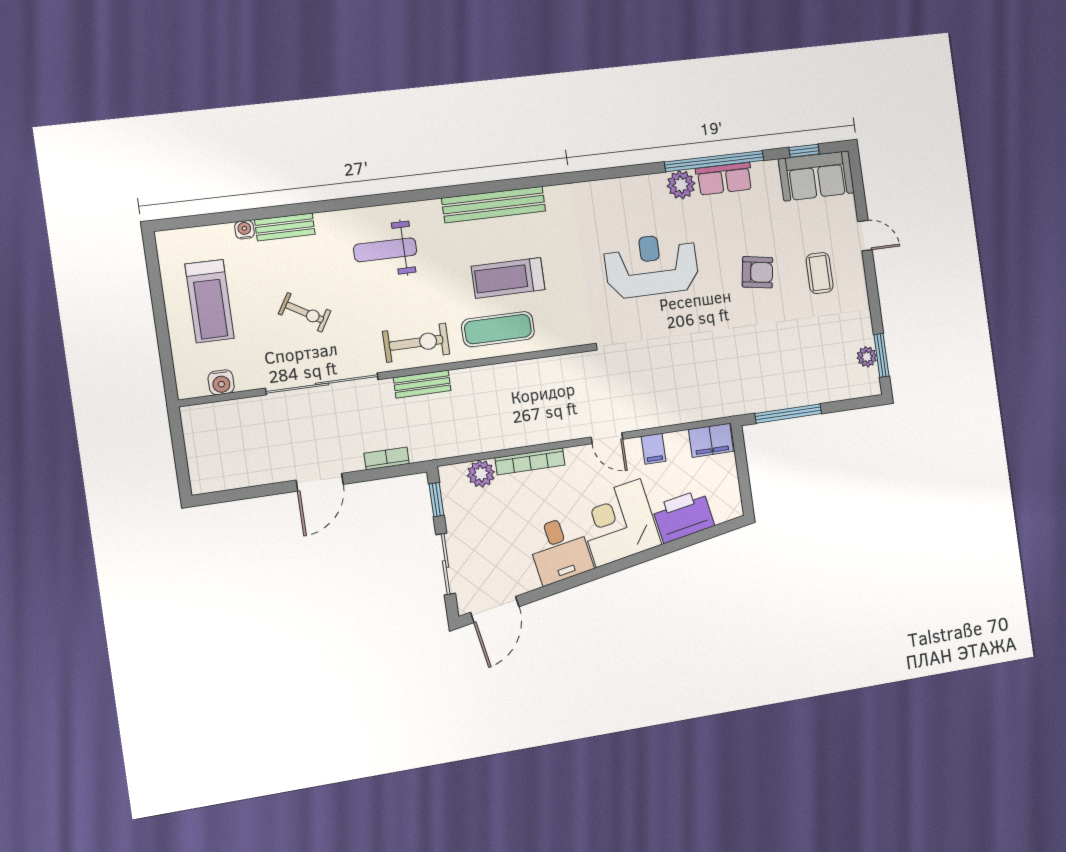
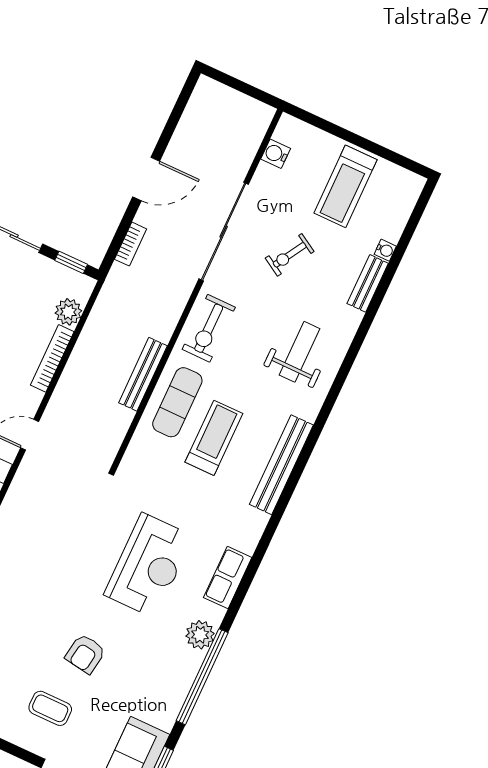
row of seats: (724, 179) -> (228, 577), moved
treadmill: (210, 301) -> (346, 186), turned -90
bench: (422, 384) -> (143, 374), moved, width x1.36
door: (320, 482) -> (146, 179), swing flipped

